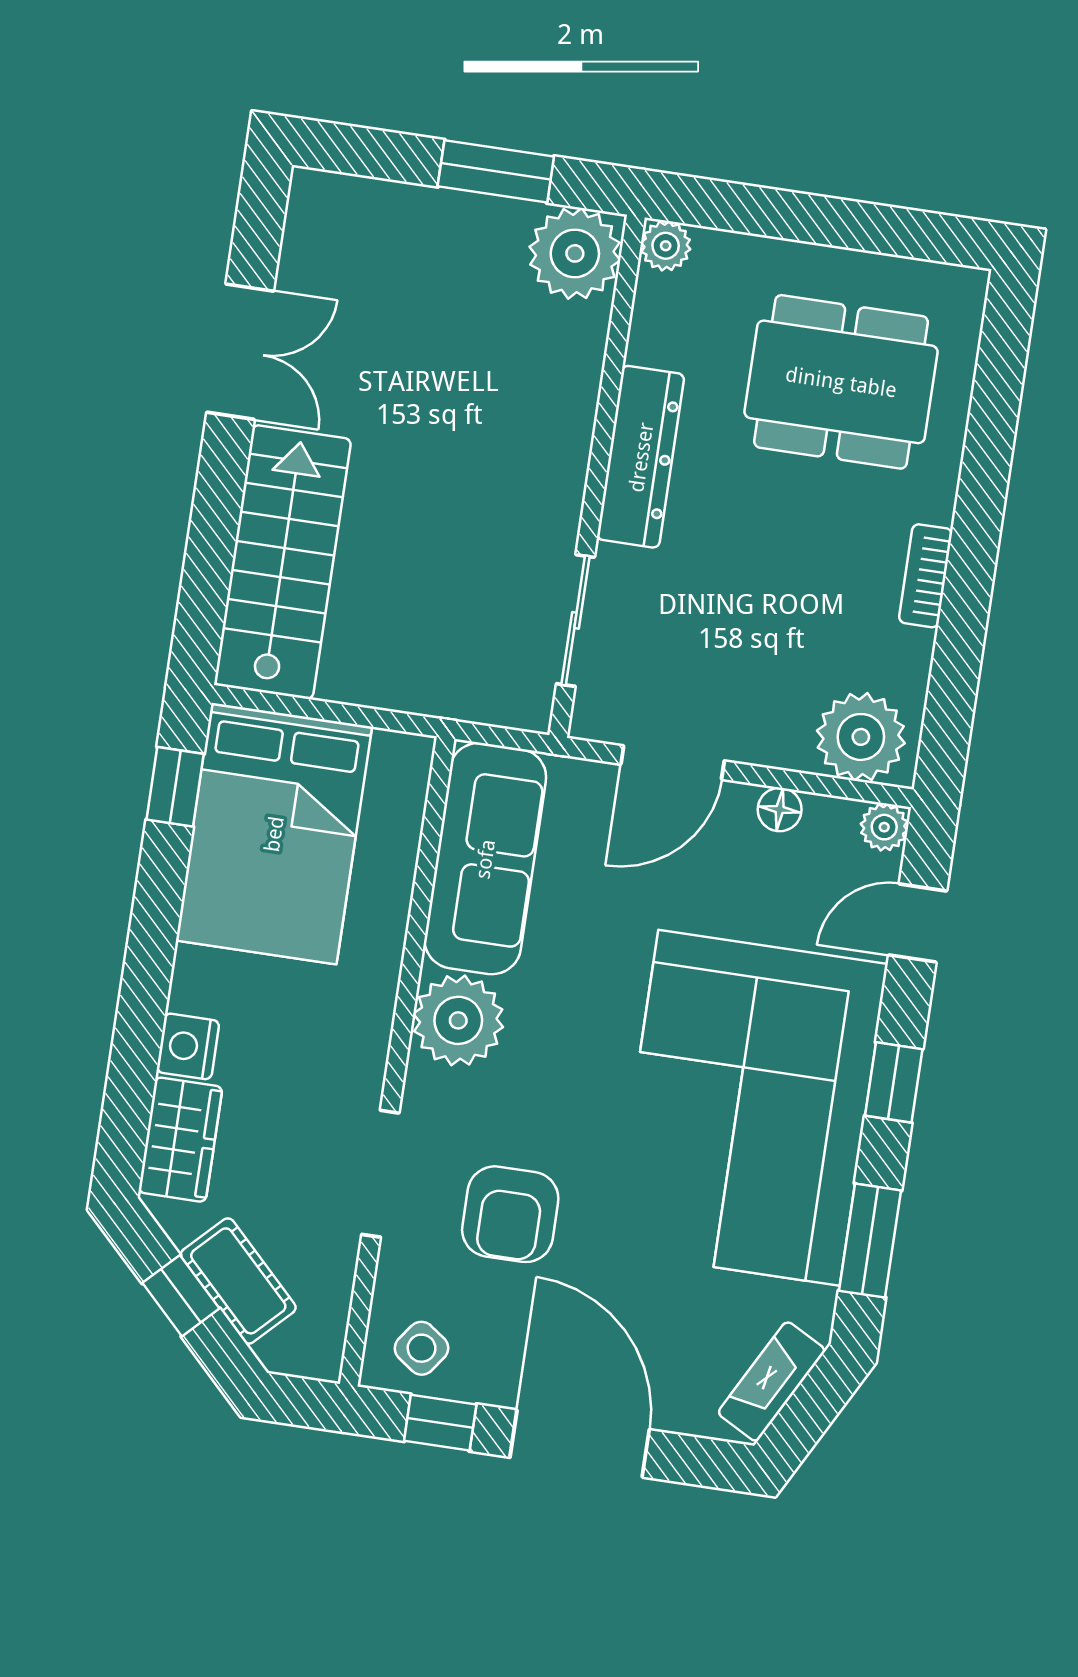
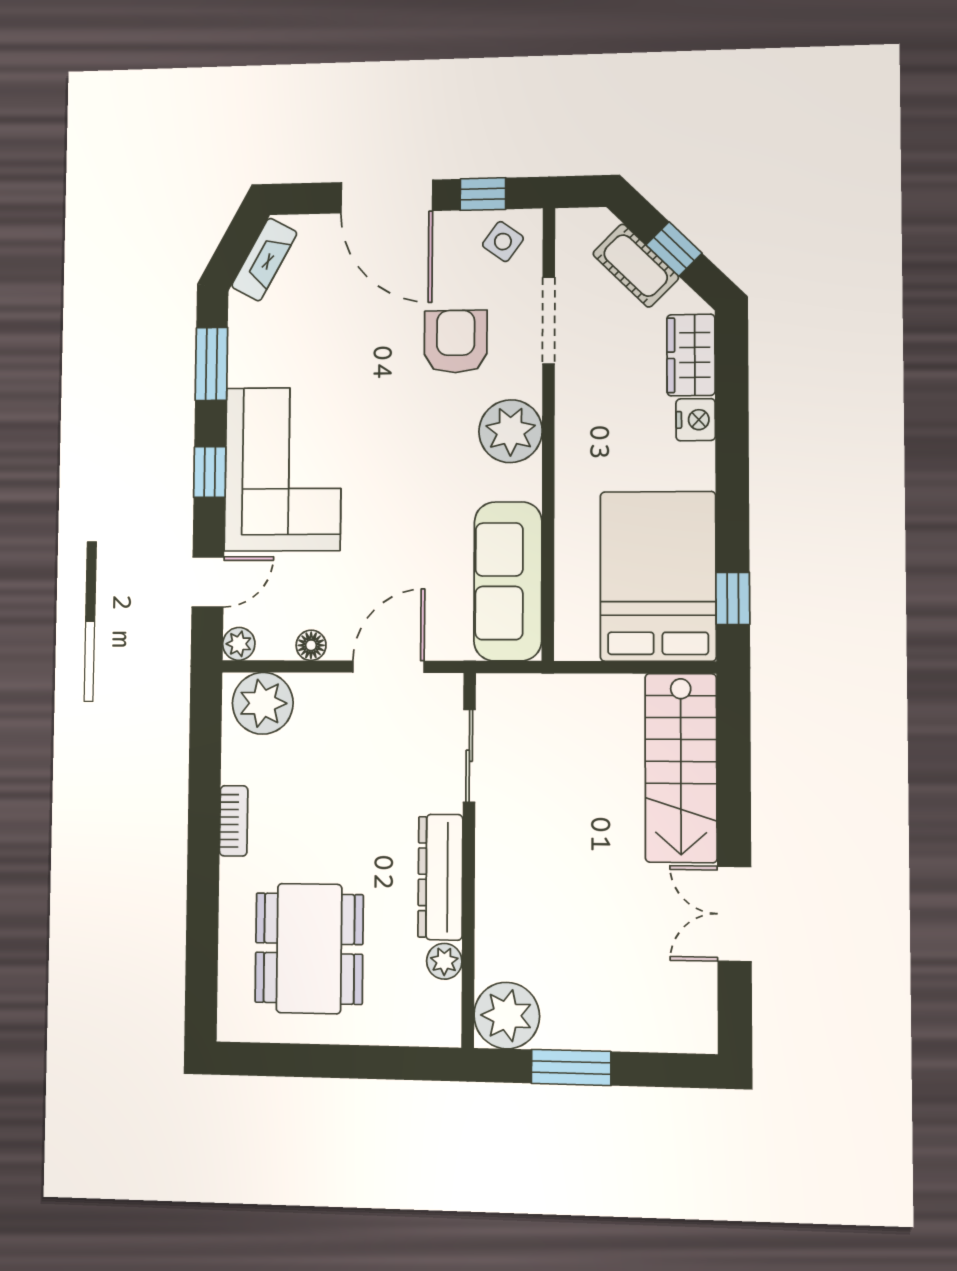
plant: (666, 246) -> (444, 961), moved
dining table: (841, 382) -> (309, 948), turned 90
plant: (458, 1020) -> (511, 431), moved
corner sofa: (749, 1108) -> (283, 469), width x0.73, depth x0.74
doorway: (380, 1174) -> (549, 321), moved

